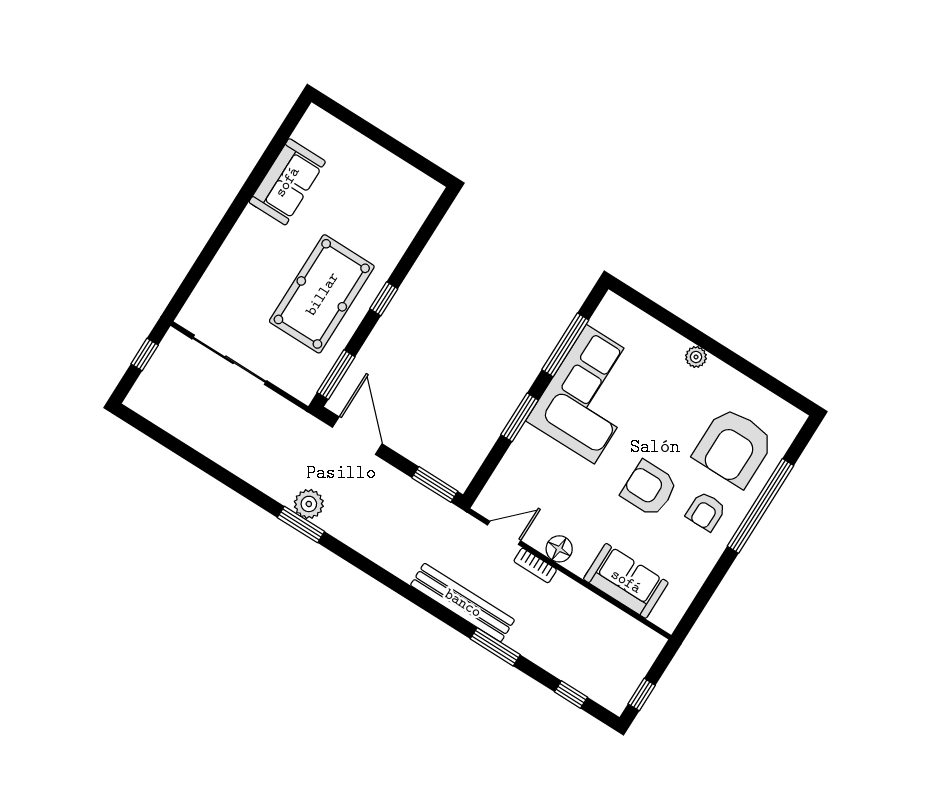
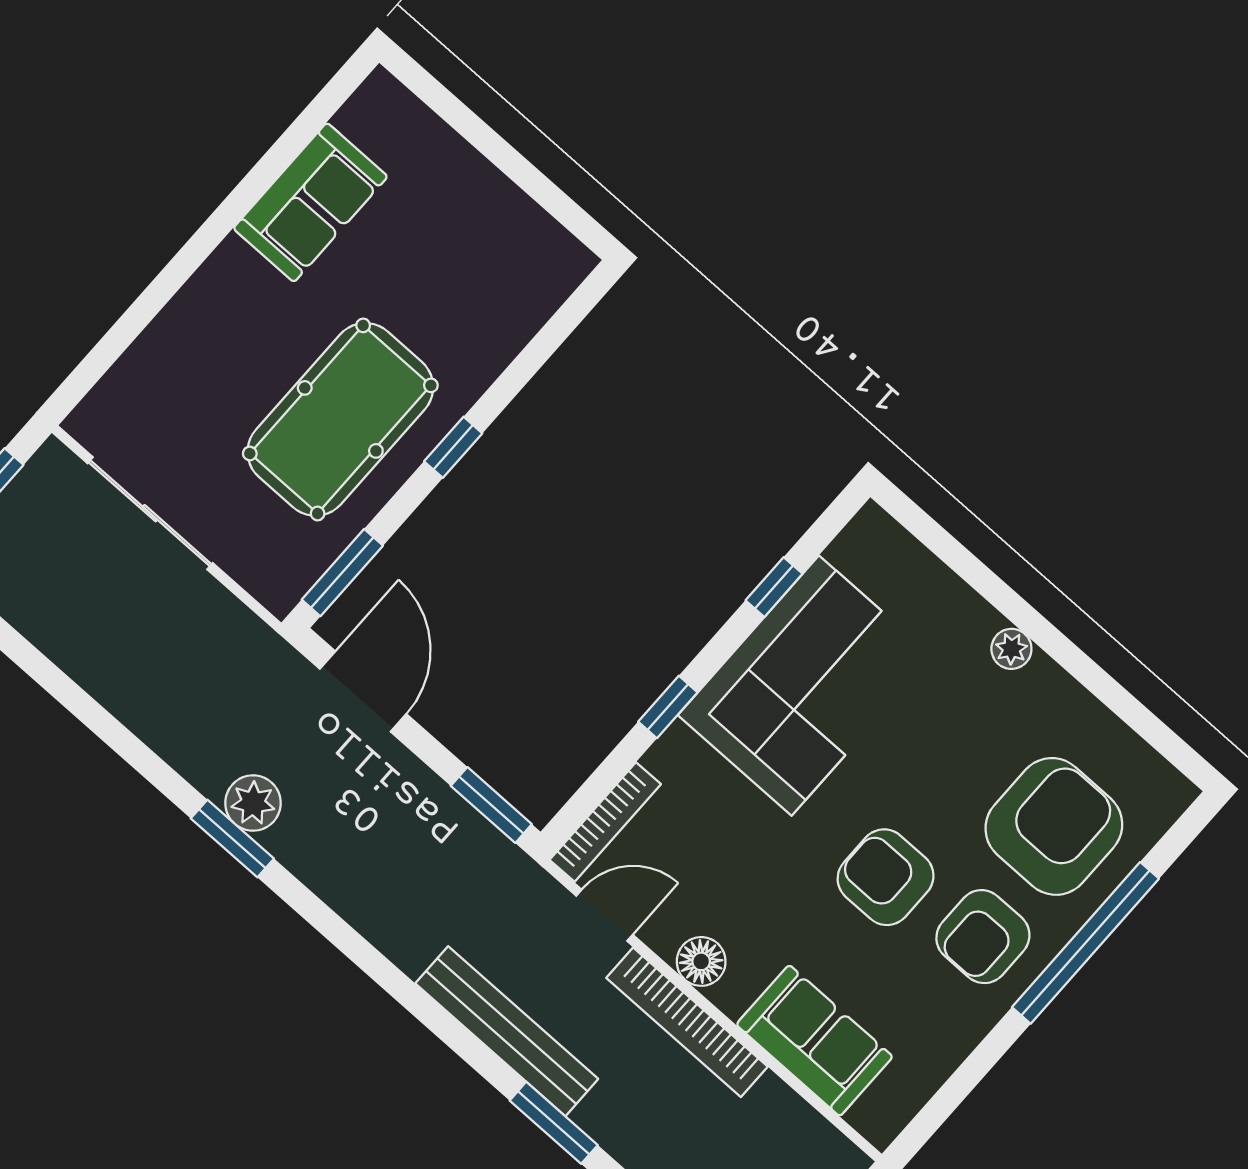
window: (565, 345) -> (774, 587), width x0.46
window: (520, 417) -> (668, 707), width x0.67
armchair: (734, 447) -> (1054, 826), turned 180
bookcase: (496, 484) -> (605, 822), added
armchair: (706, 511) -> (983, 937), width x1.38, depth x1.38
bookcase: (535, 565) -> (687, 1022), width x2.31, depth x1.31

